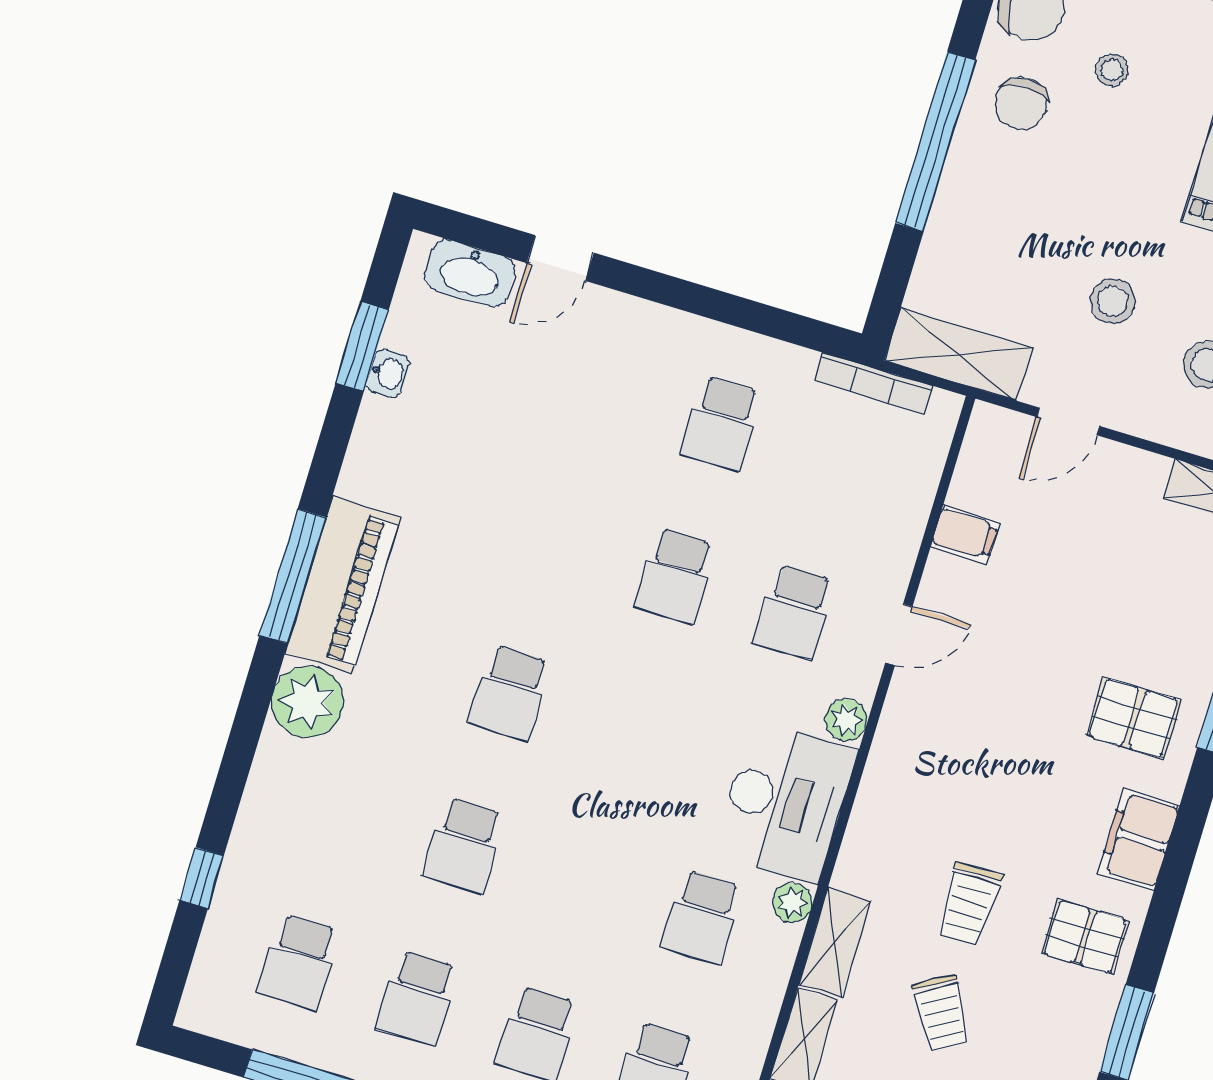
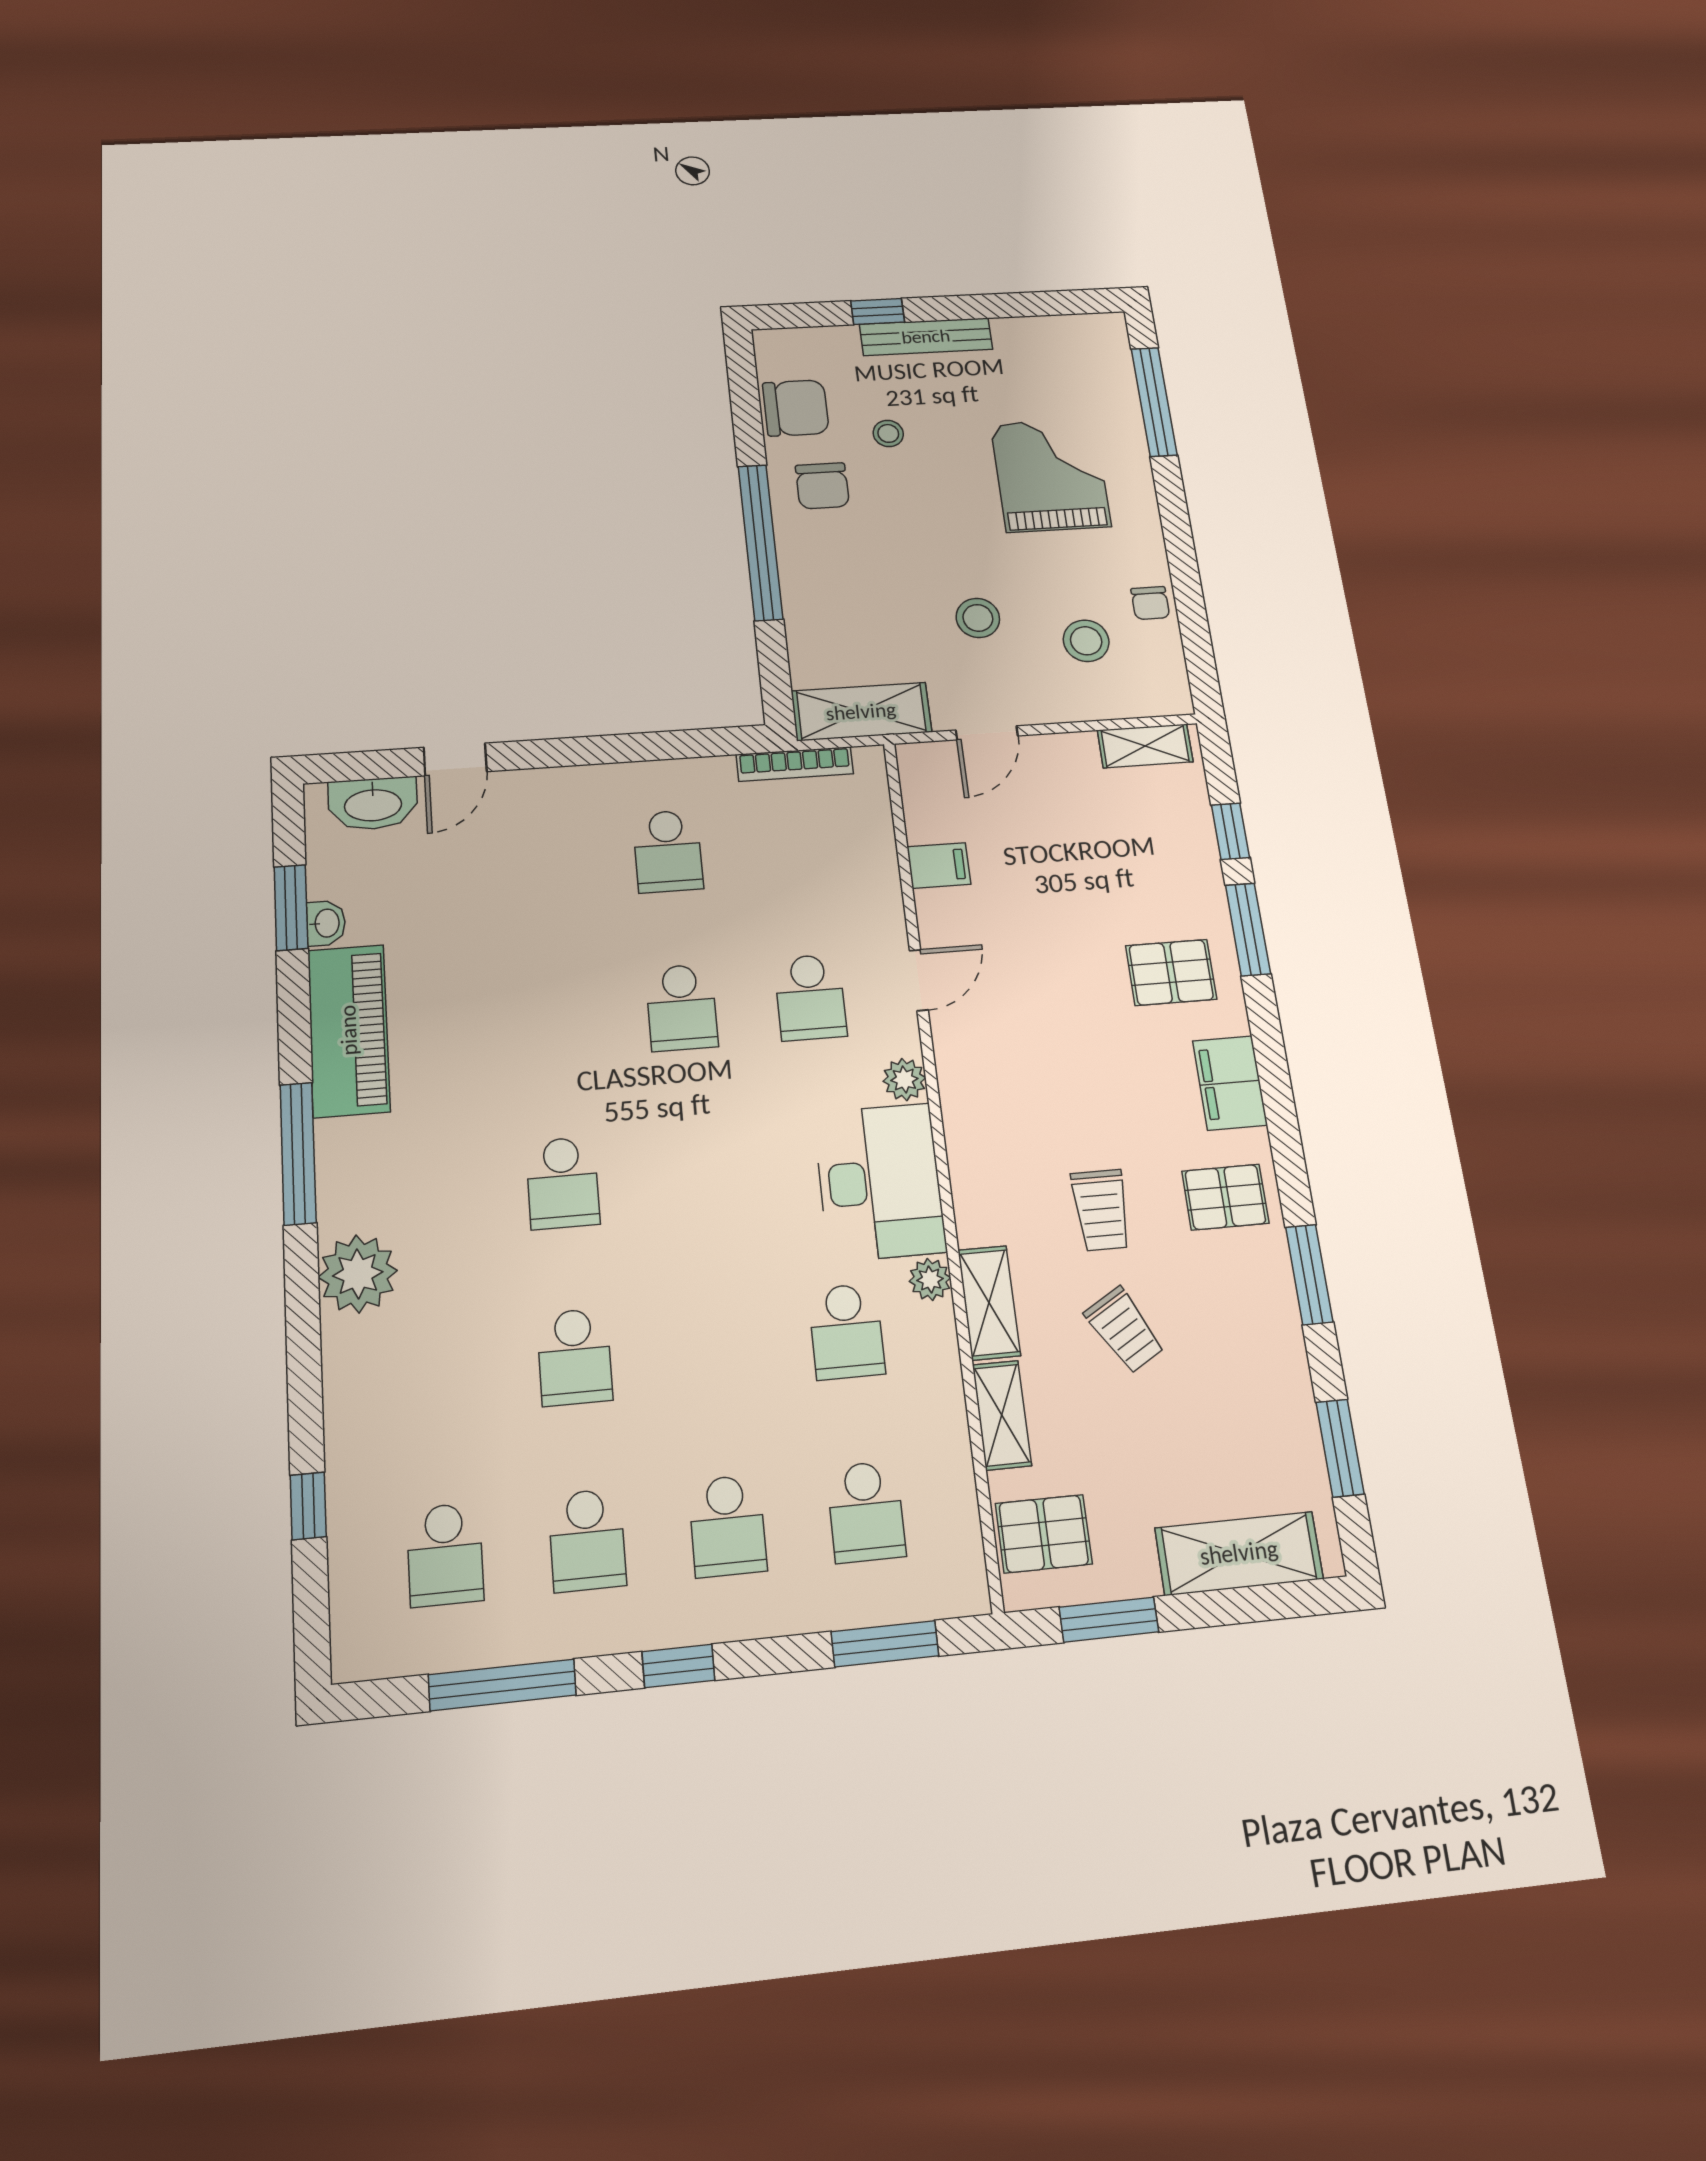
piano: (343, 585) -> (349, 1030), moved

